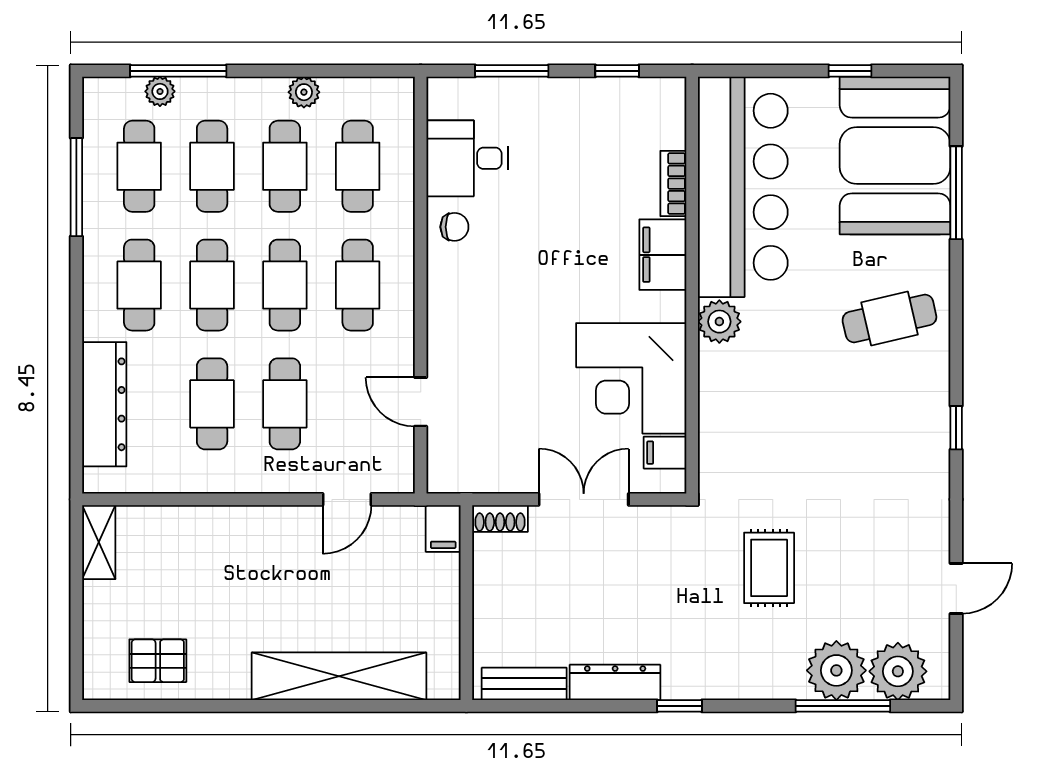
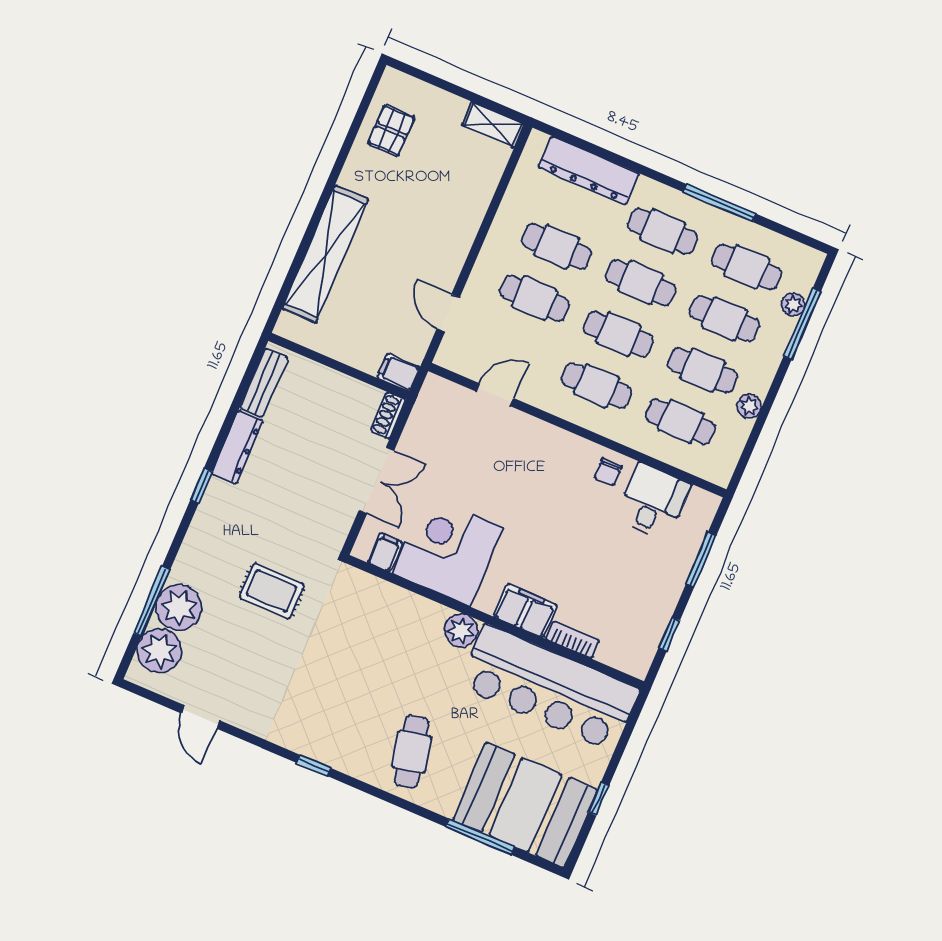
window: (76, 187) -> (720, 203), moved

